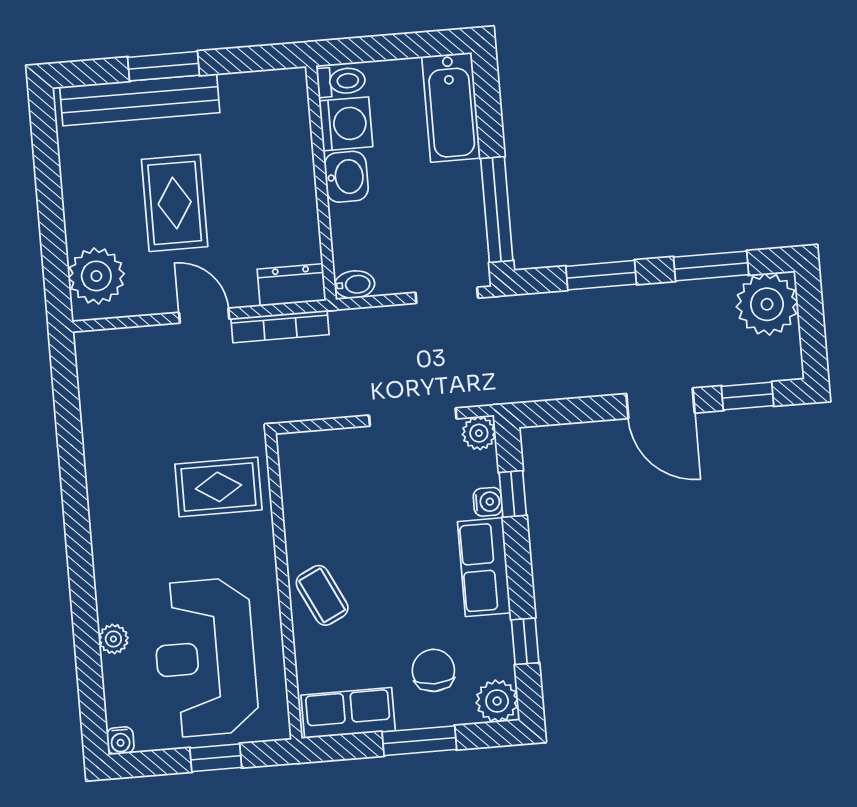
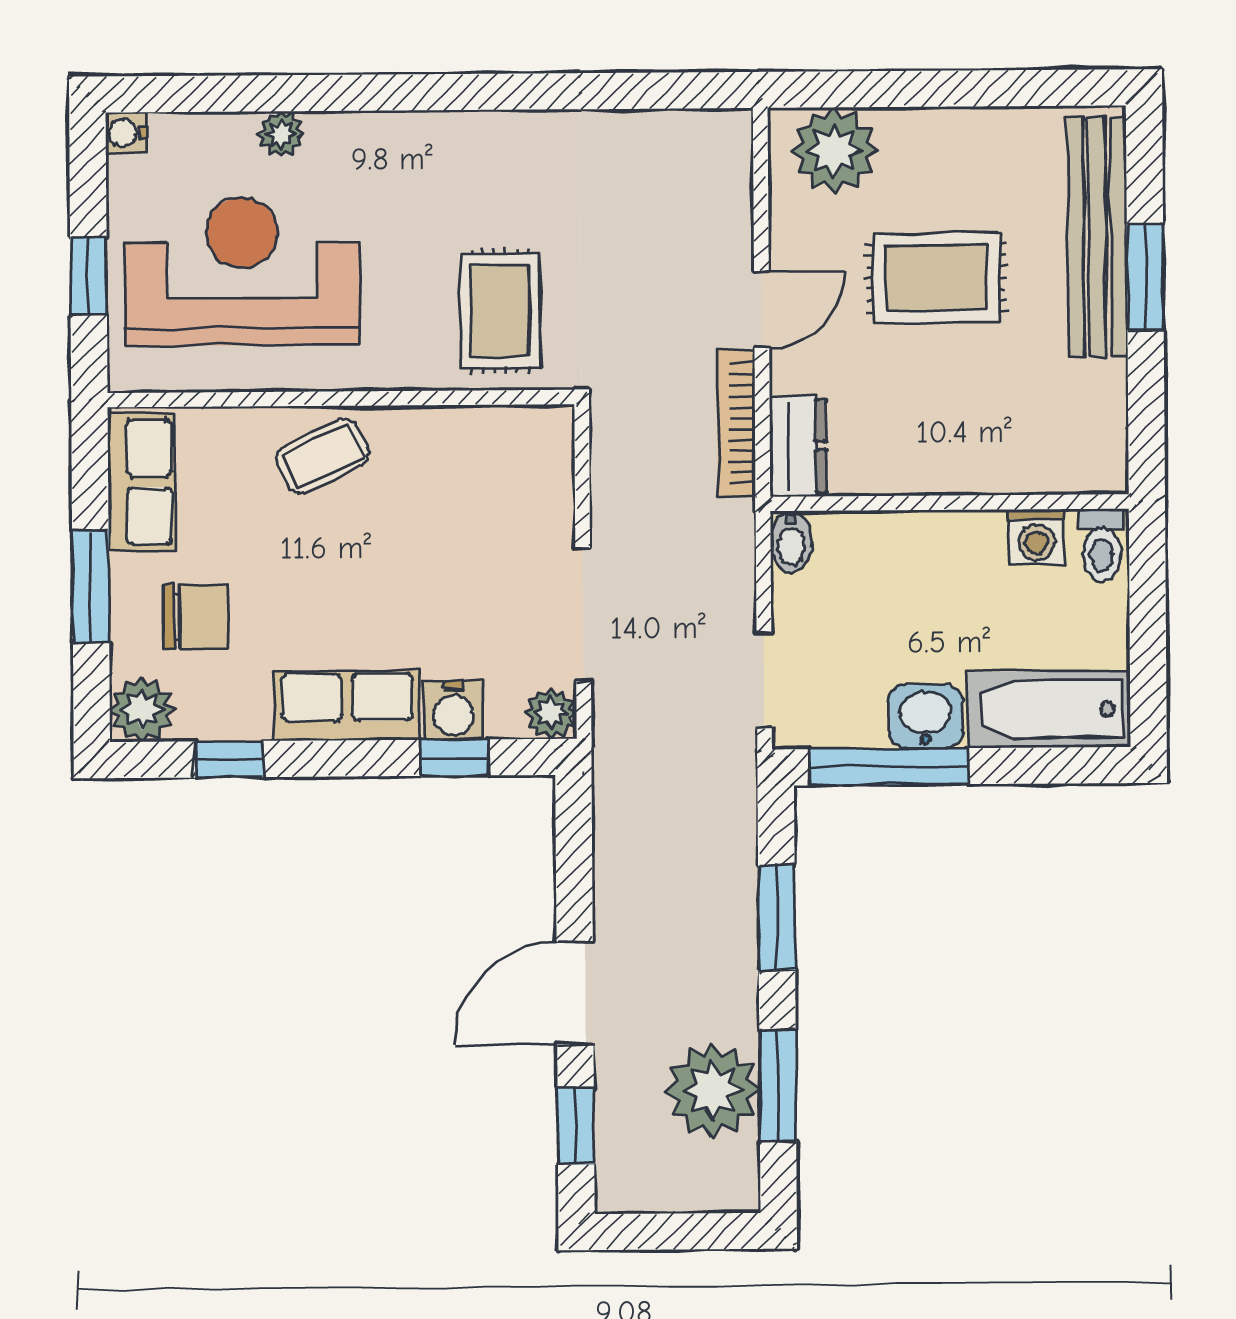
washing machine: (346, 124) -> (1036, 537), width x0.73, depth x0.73
washbasin: (346, 177) -> (926, 716), moved, turned 180
plant: (767, 304) -> (713, 1090), moved
water cooler: (488, 502) -> (454, 710), width x1.38, depth x1.38

